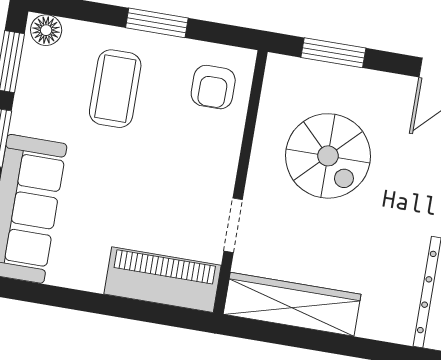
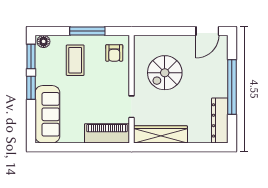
window: (157, 23) -> (87, 31), width x1.44
window: (333, 53) -> (160, 31), removed
spiral stairs: (328, 156) -> (165, 73), turned 90

